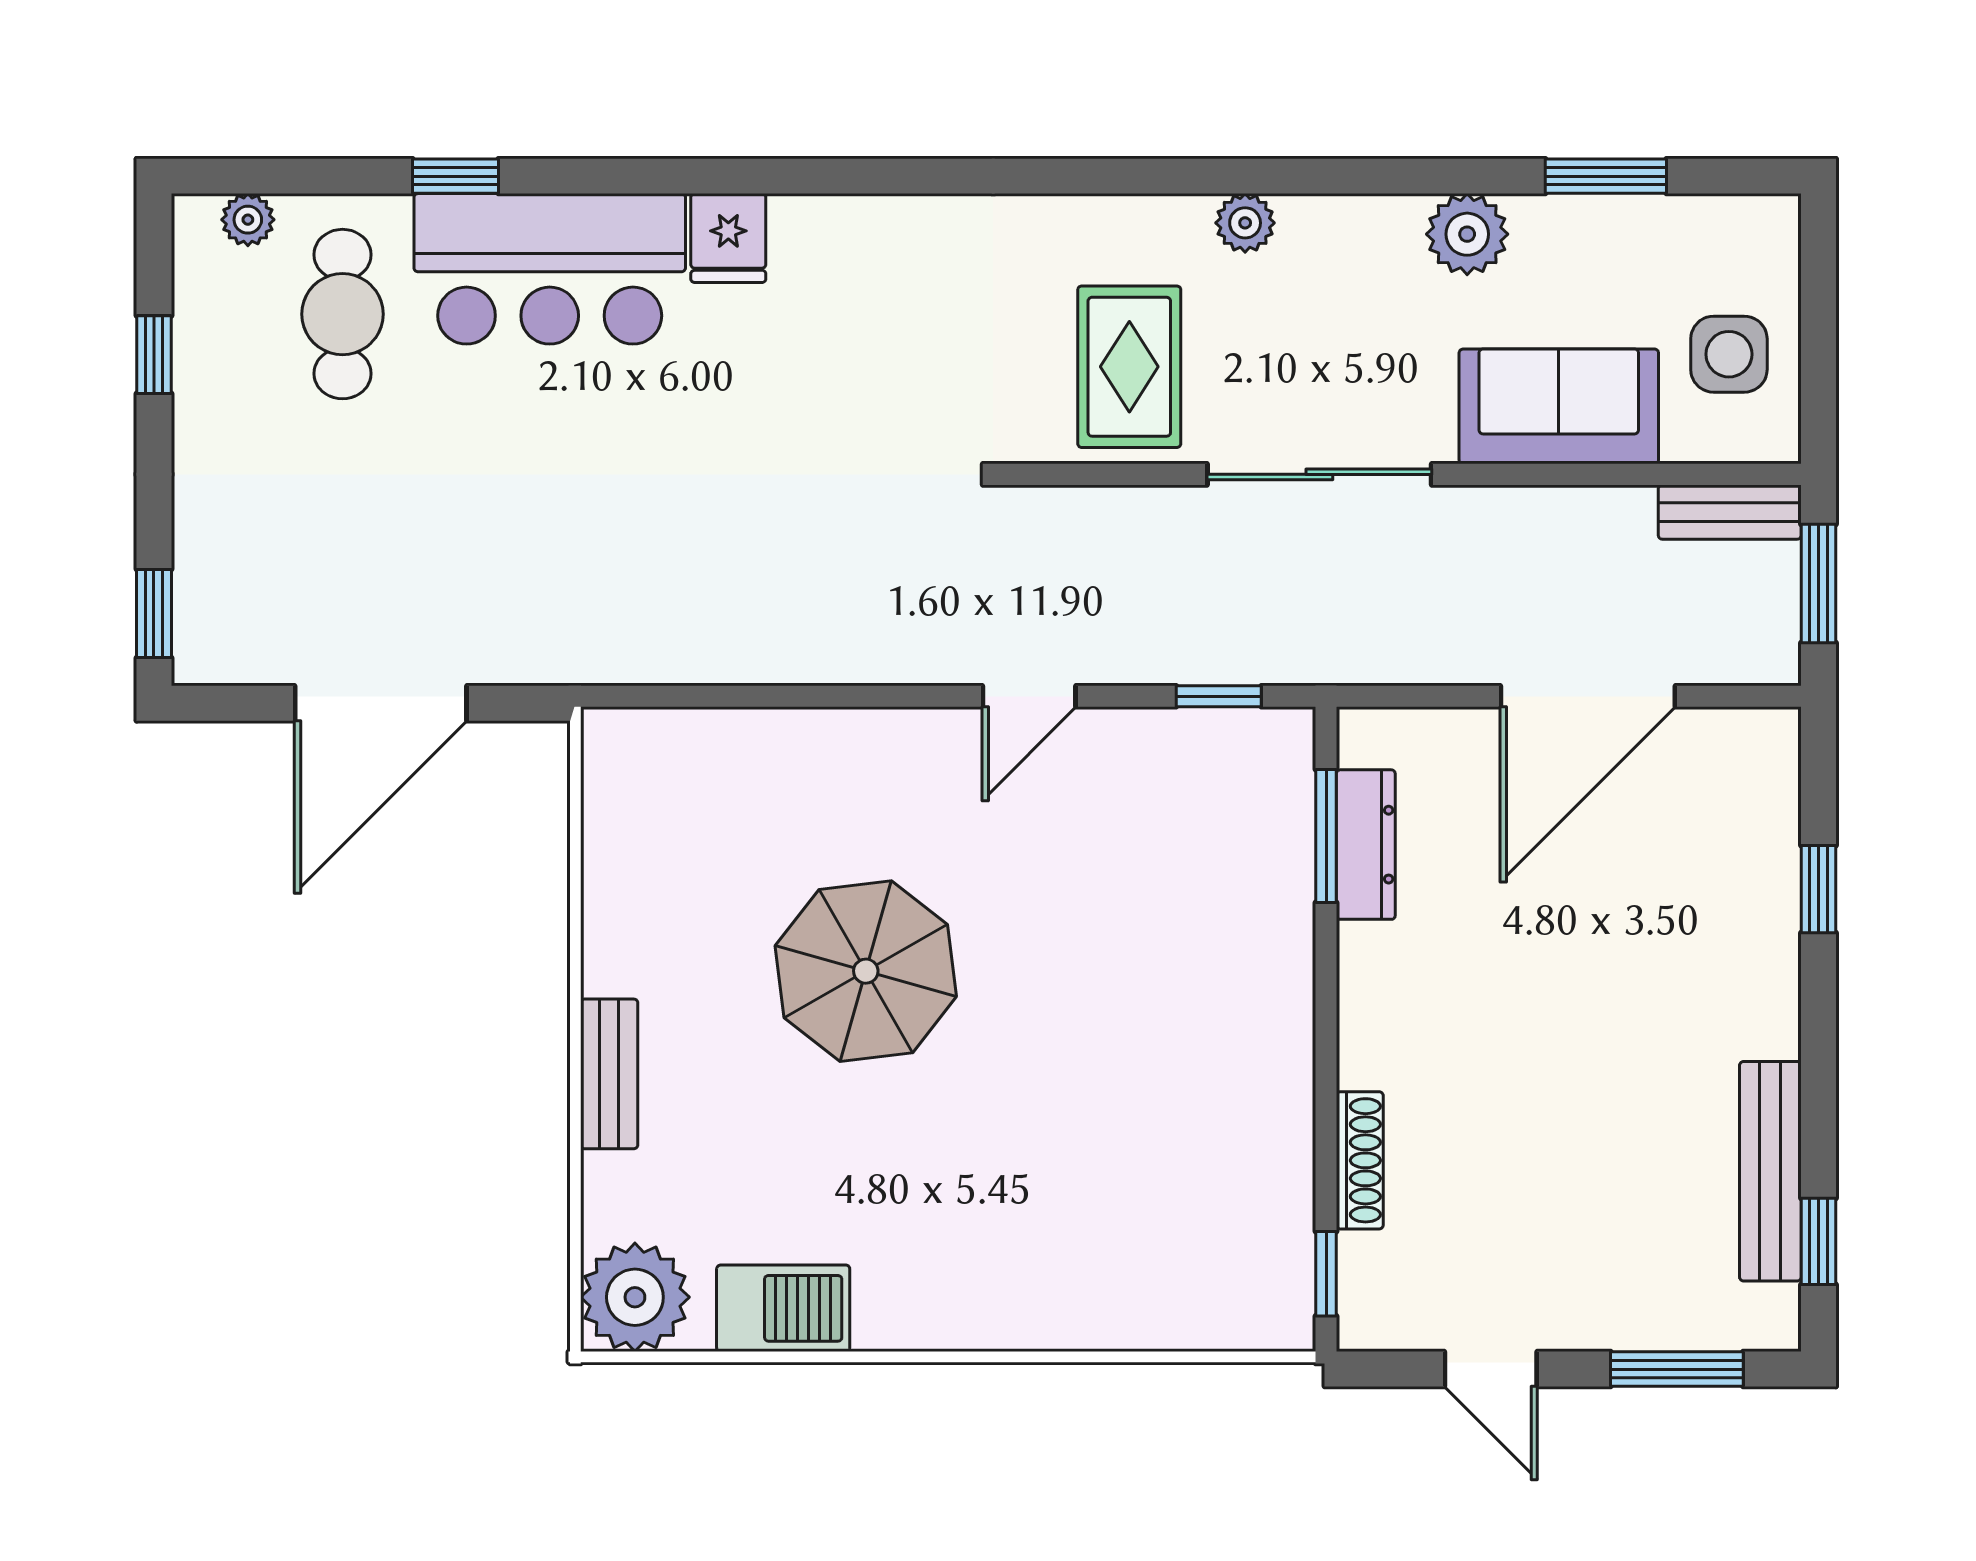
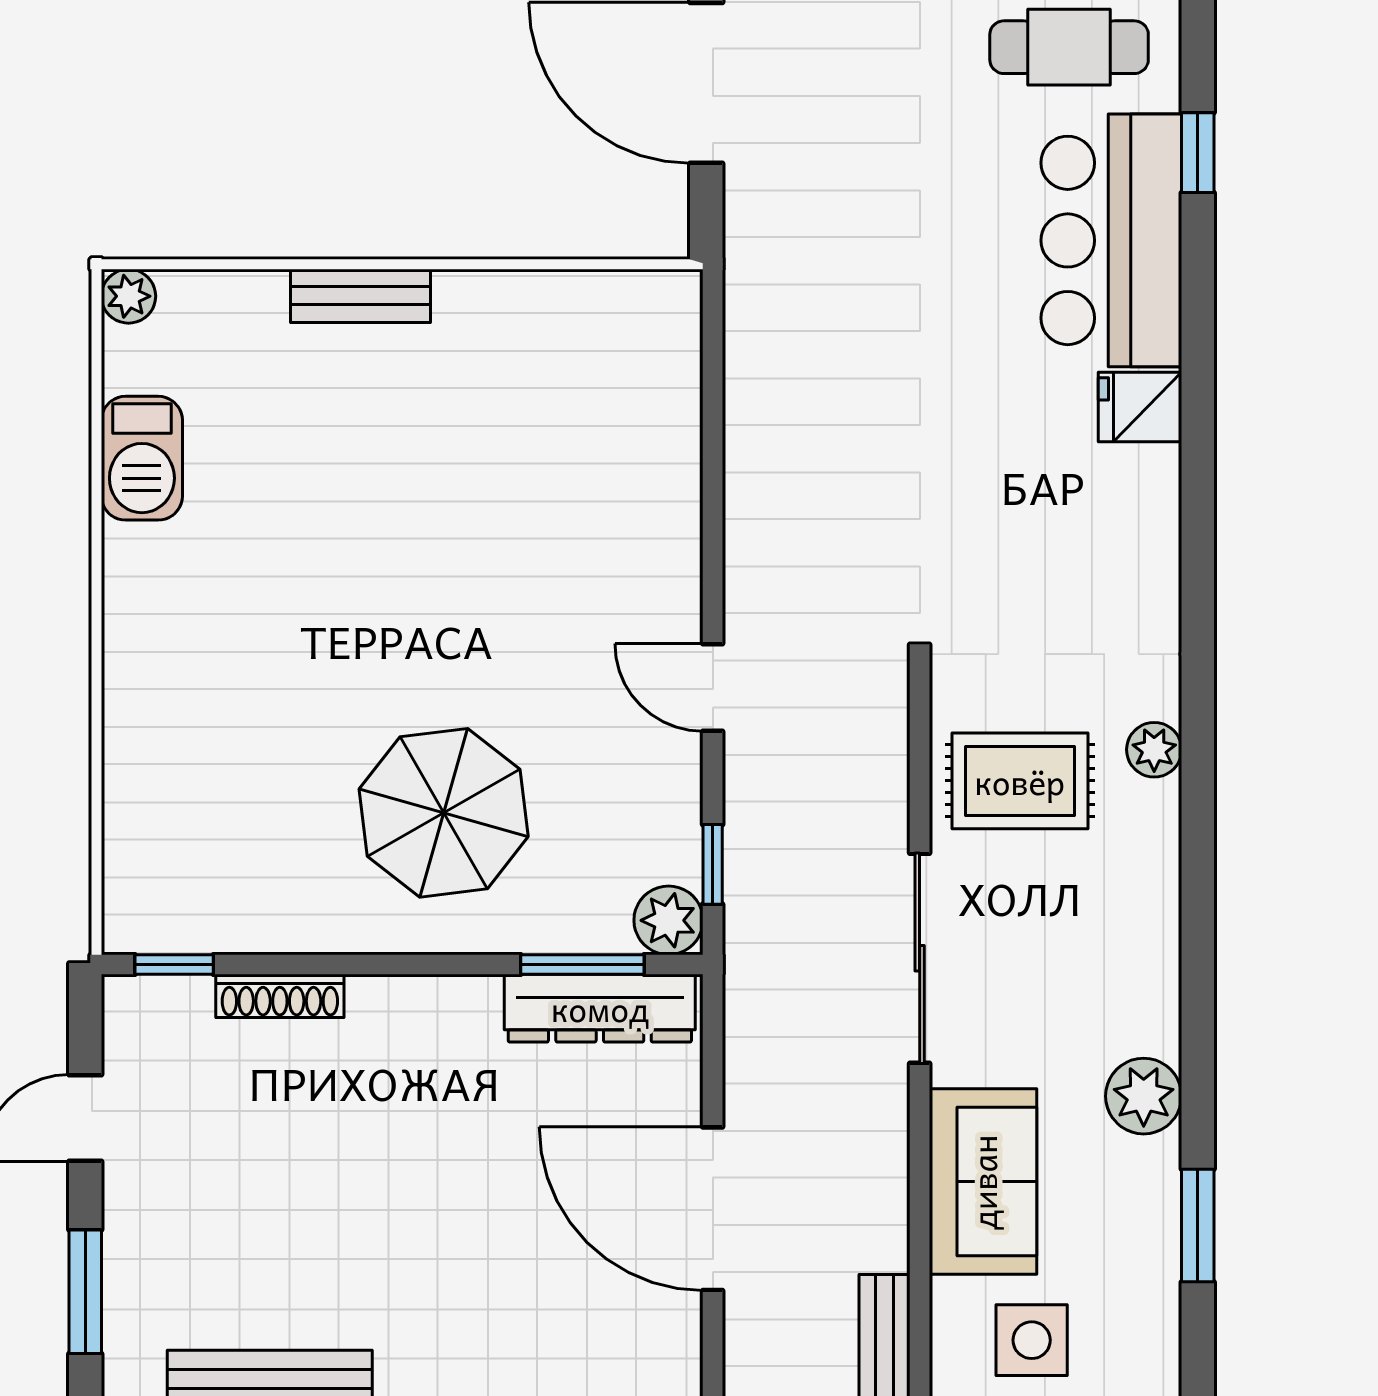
plant: (1245, 223) -> (1154, 750), moved
plant: (1279, 744) -> (669, 920), added
dresser: (1366, 845) -> (600, 1008), width x1.37, depth x1.24
parasol: (866, 971) -> (444, 813), moved
plant: (635, 1297) -> (128, 296), width x0.53, depth x0.53

